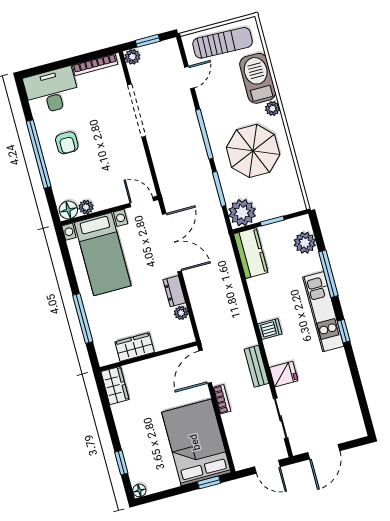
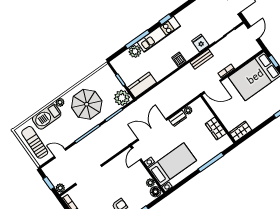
plant: (305, 243) -> (135, 51), moved

